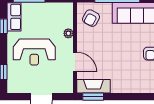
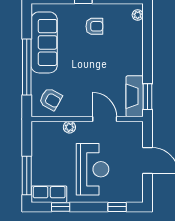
door: (75, 62) -> (105, 119), hinge flipped

